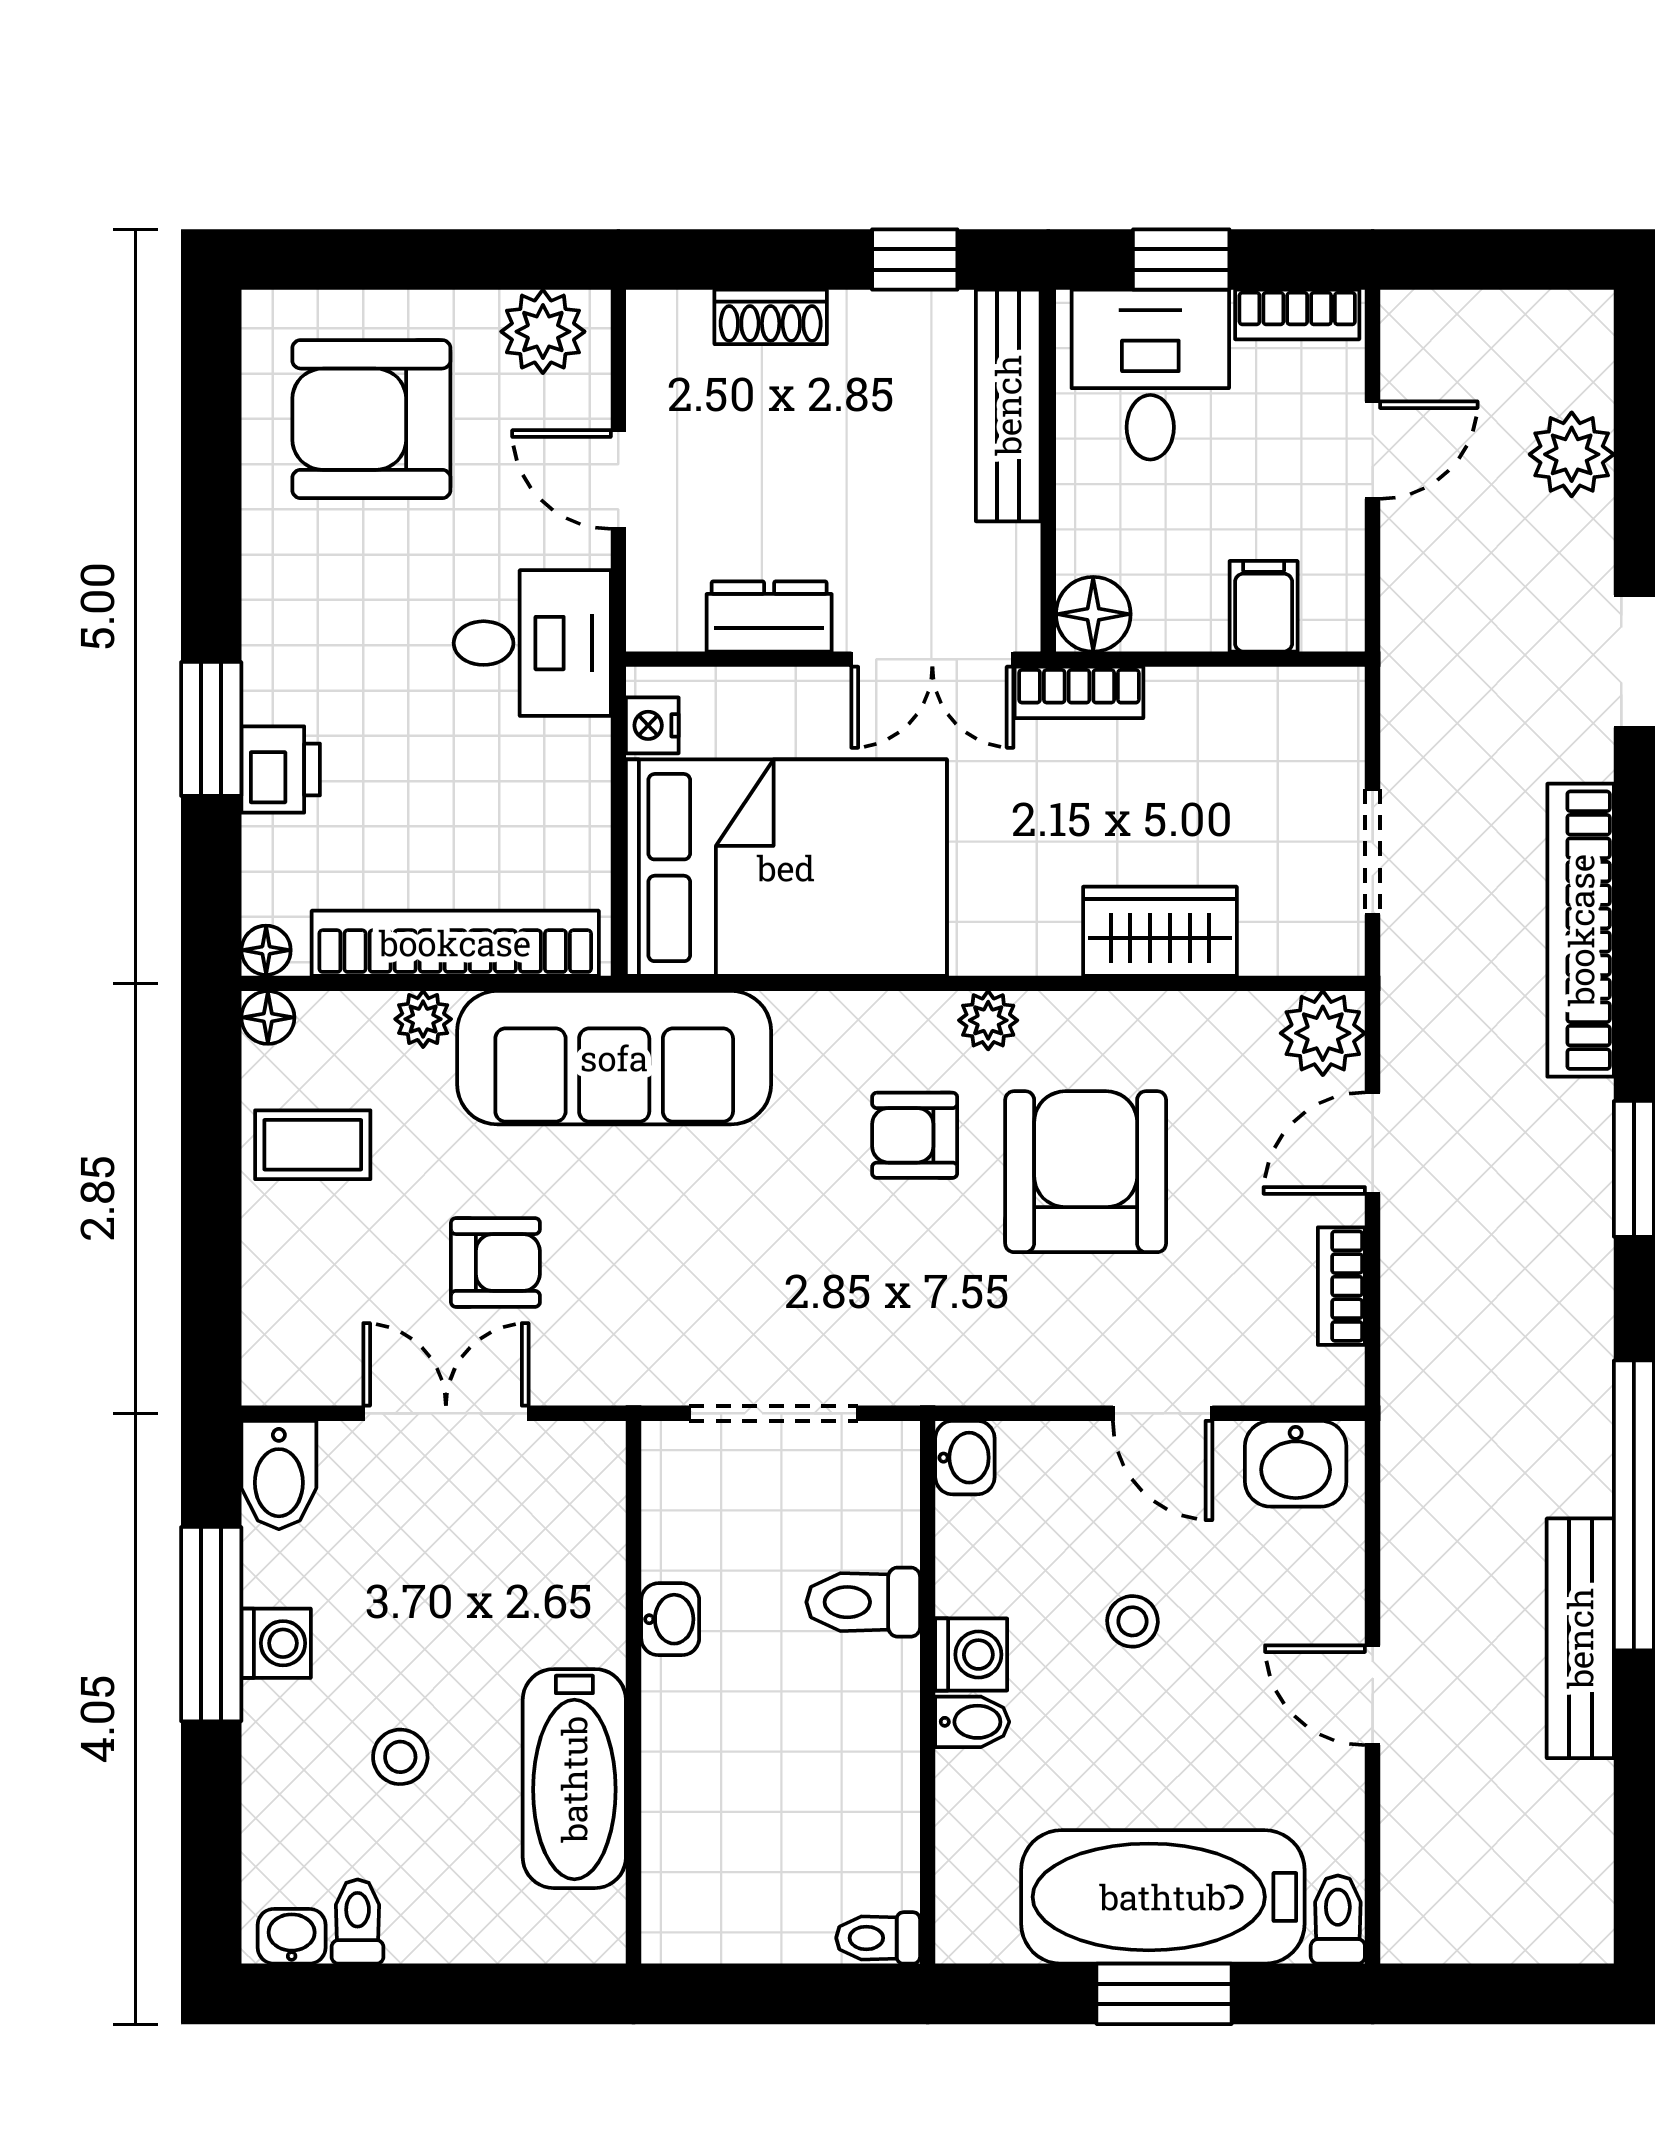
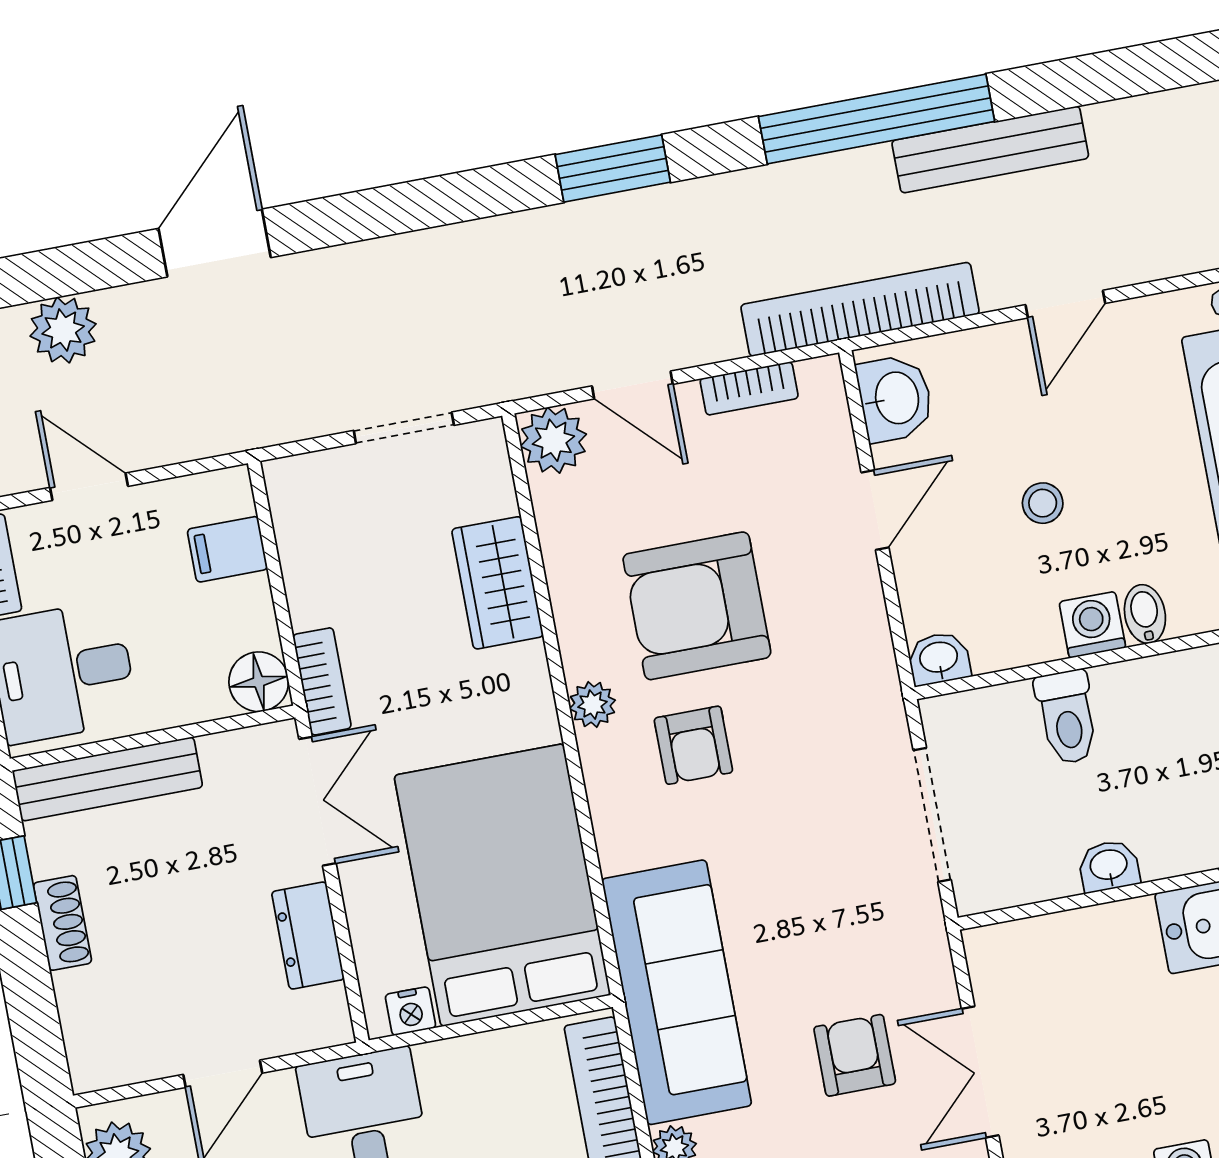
shoe rack: (771, 317) -> (63, 923), moved
bookcase: (1581, 930) -> (860, 309), moved, turned 180

